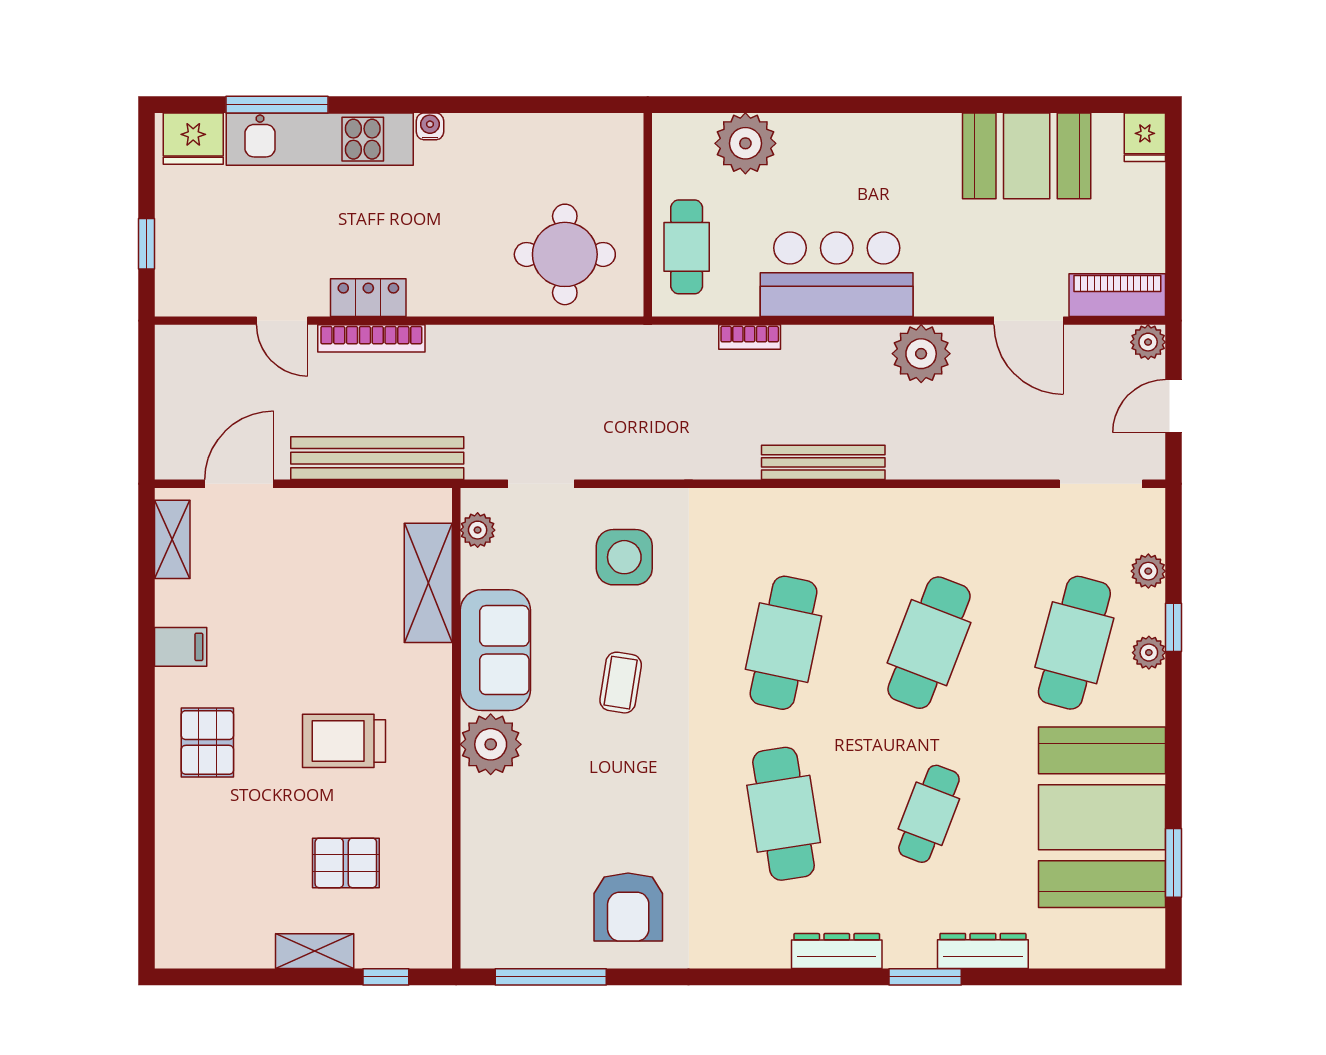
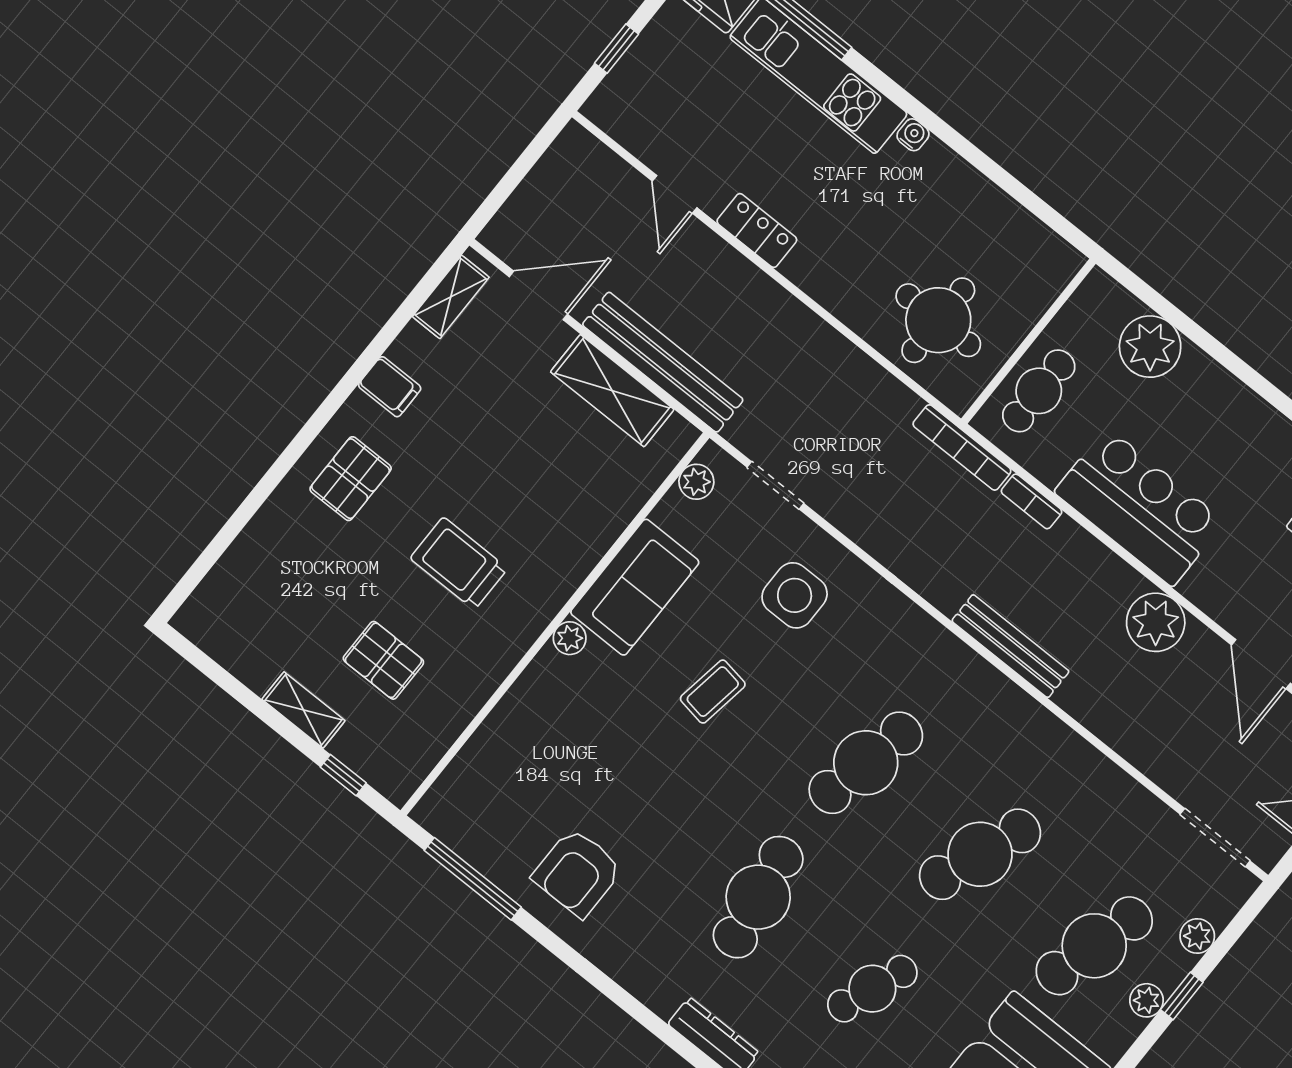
bookcase: (371, 338) -> (962, 447), moved
shelving: (428, 583) -> (612, 391), moved, turned 90
plant: (491, 744) -> (570, 638), width x0.53, depth x0.53

